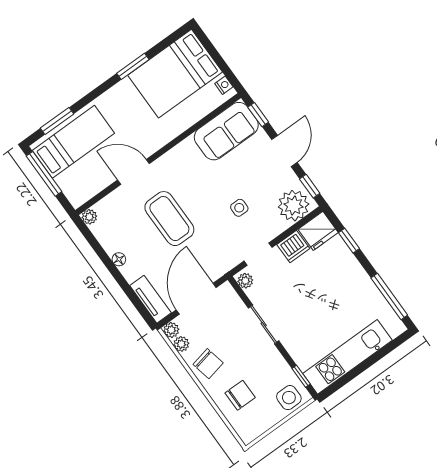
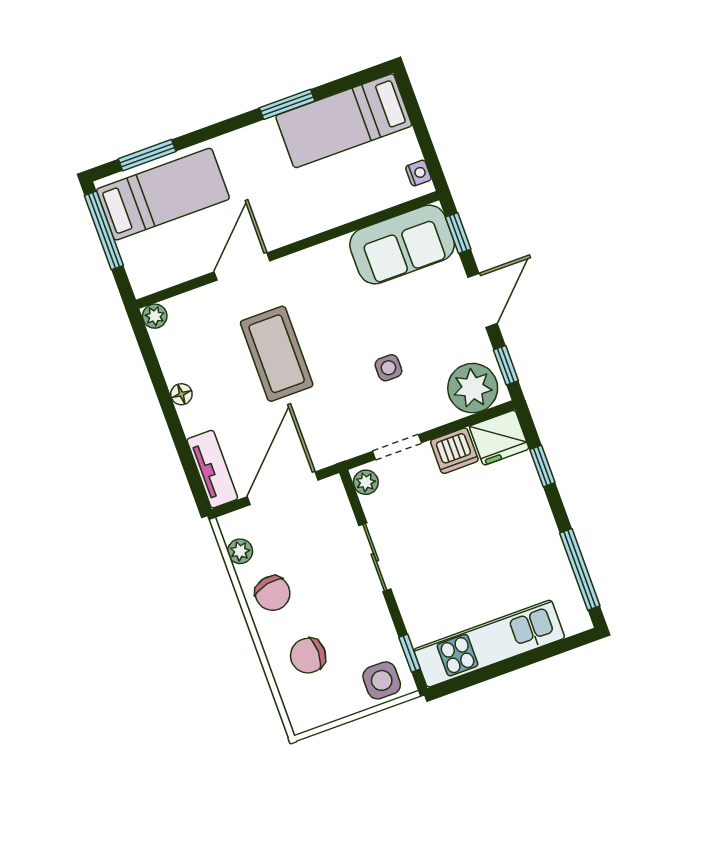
bed: (175, 74) -> (344, 121), width x0.67
door: (134, 172) -> (242, 266), hinge flipped
plant: (171, 330) -> (231, 525), removed
chair: (240, 395) -> (308, 656), turned 180

